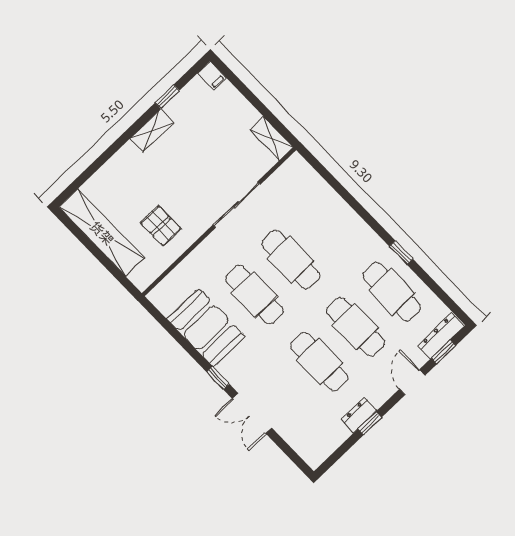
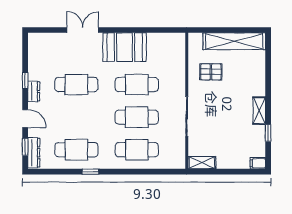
cafe table: (356, 327) -> (137, 150), moved
booth: (206, 328) -> (125, 47), moved
window: (218, 378) -> (114, 30), removed
dresser: (359, 415) -> (34, 91), moved

